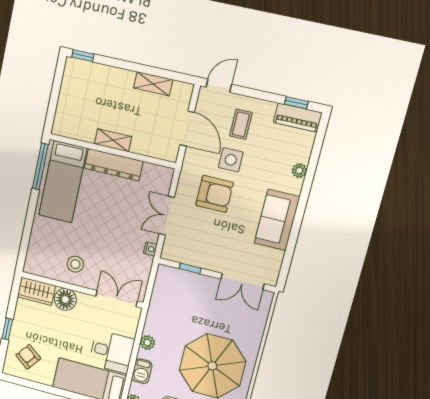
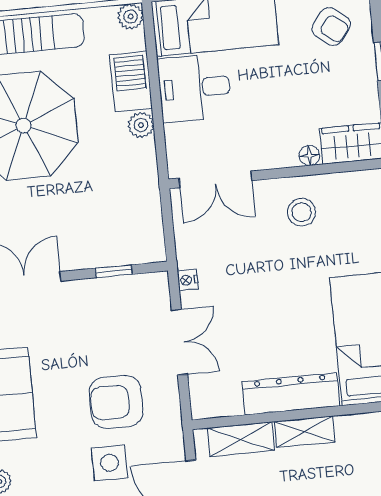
shelving: (150, 148) -> (241, 439), added
floor lamp: (65, 299) -> (309, 155), width x0.53, depth x0.53
barbecue: (142, 371) -> (131, 82), width x1.38, depth x1.27

